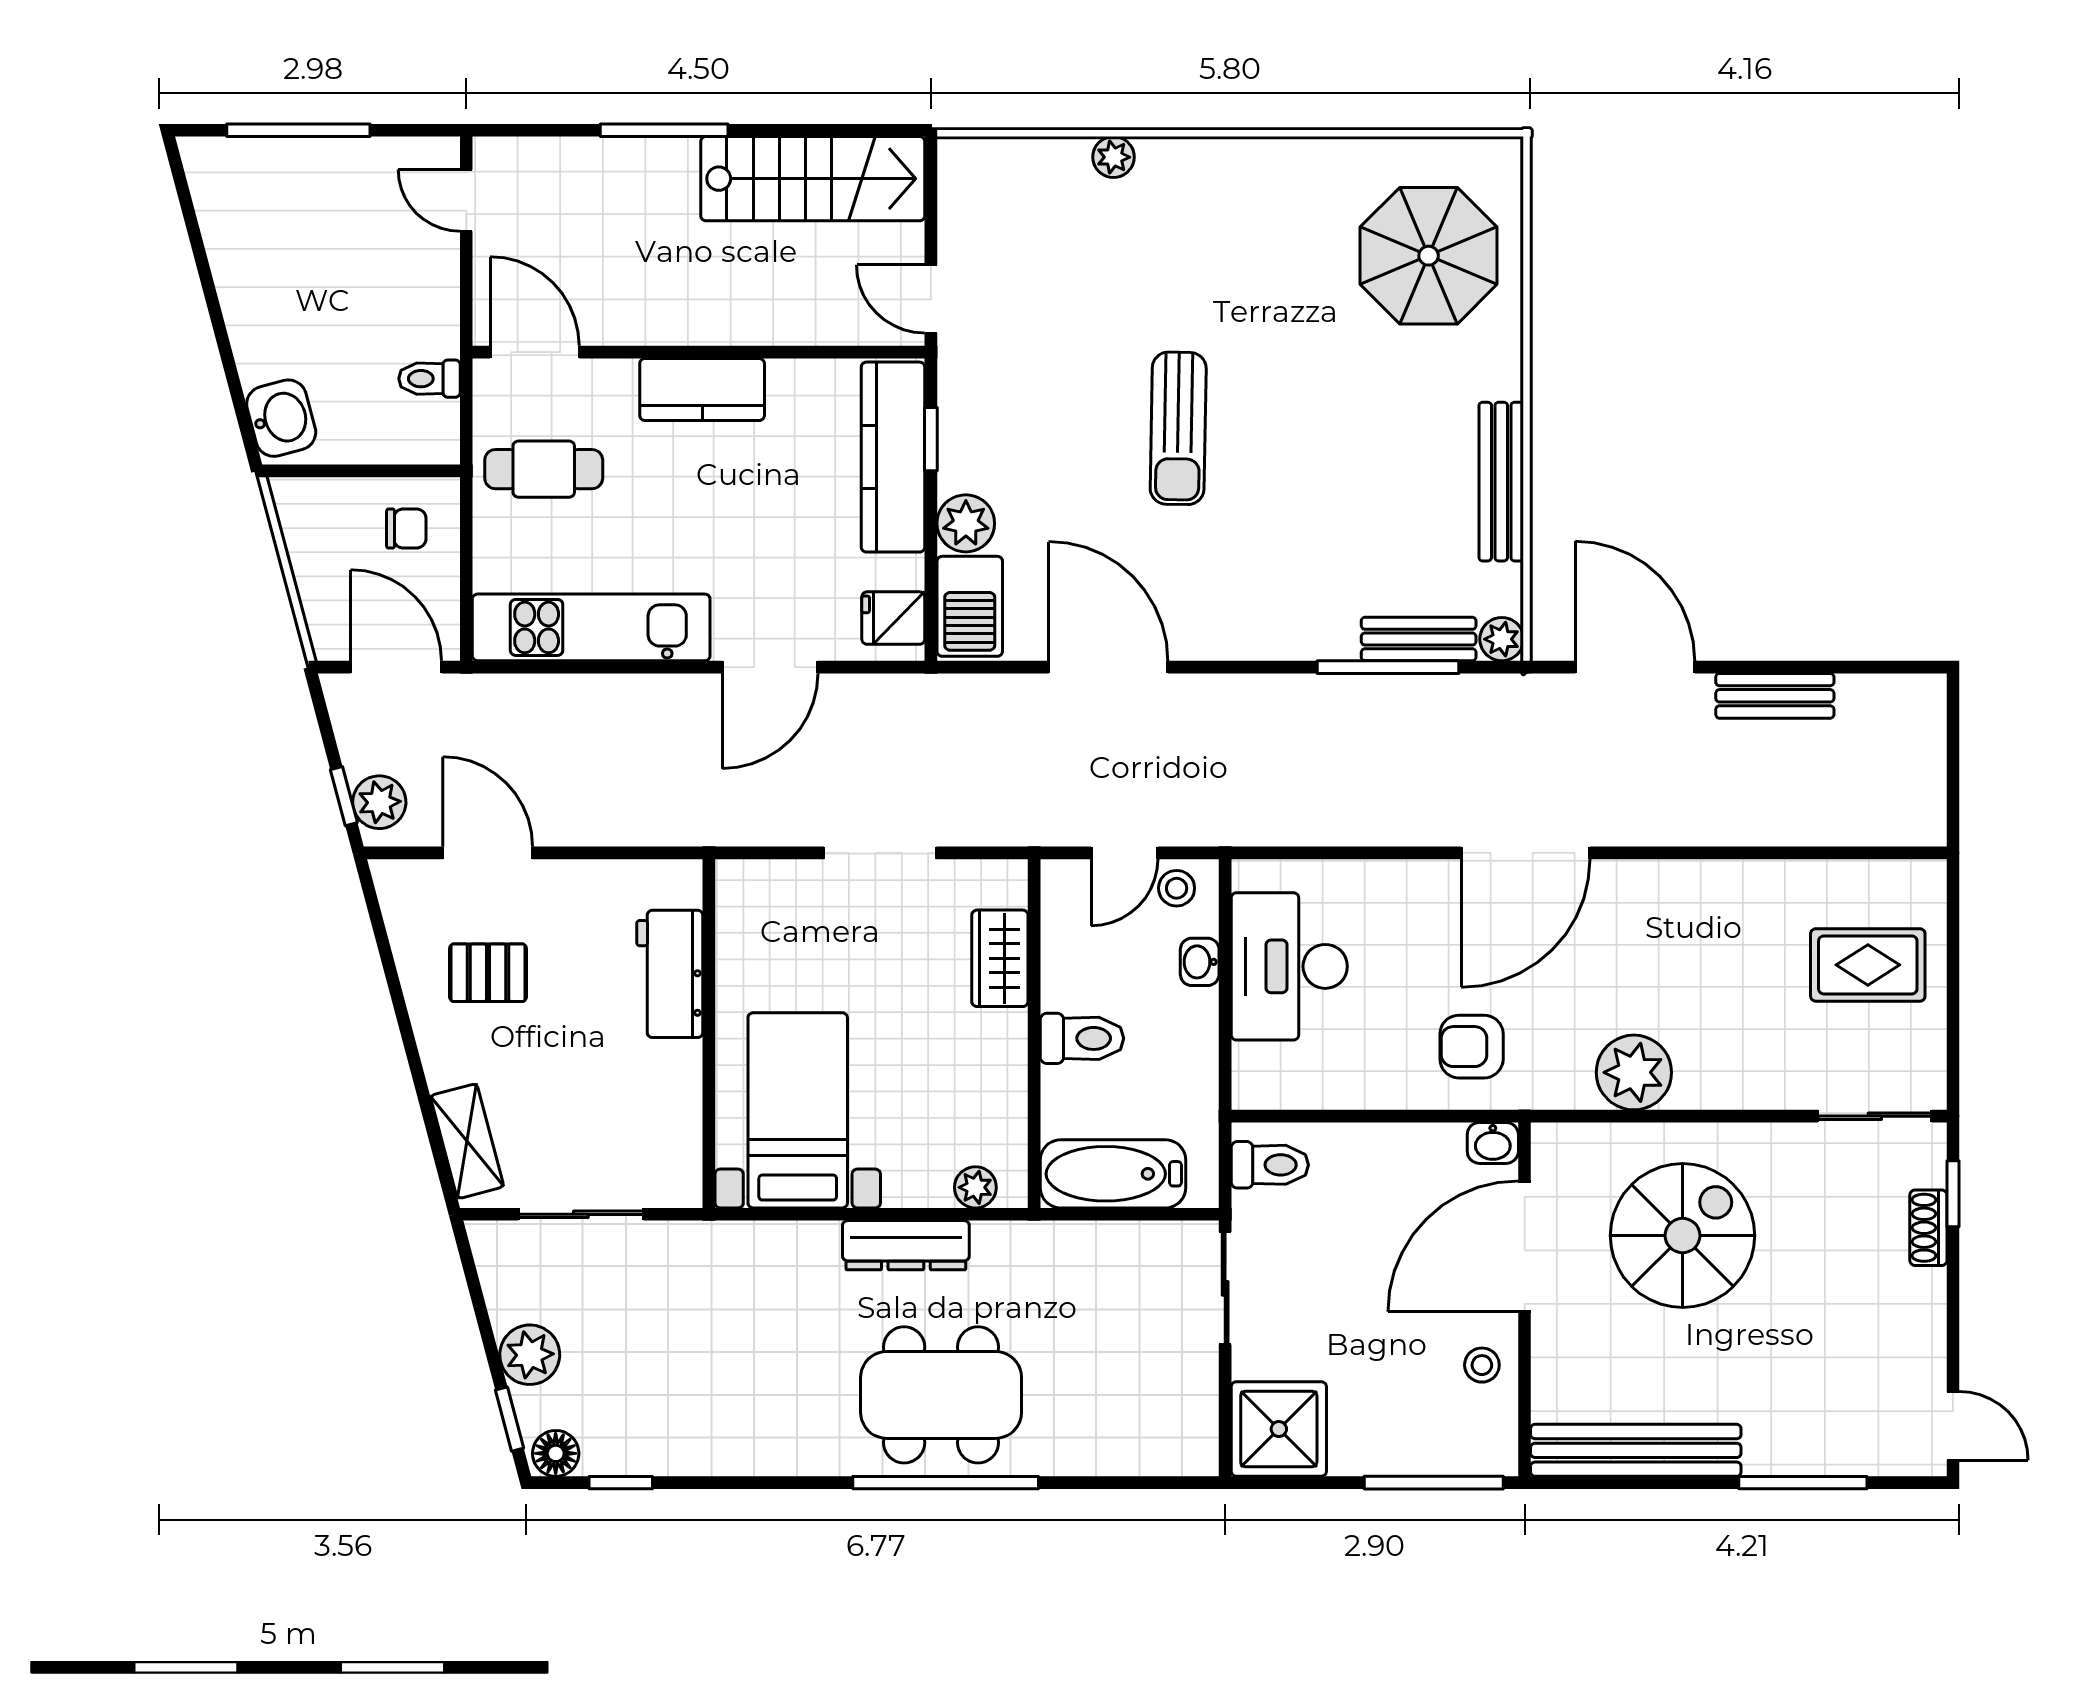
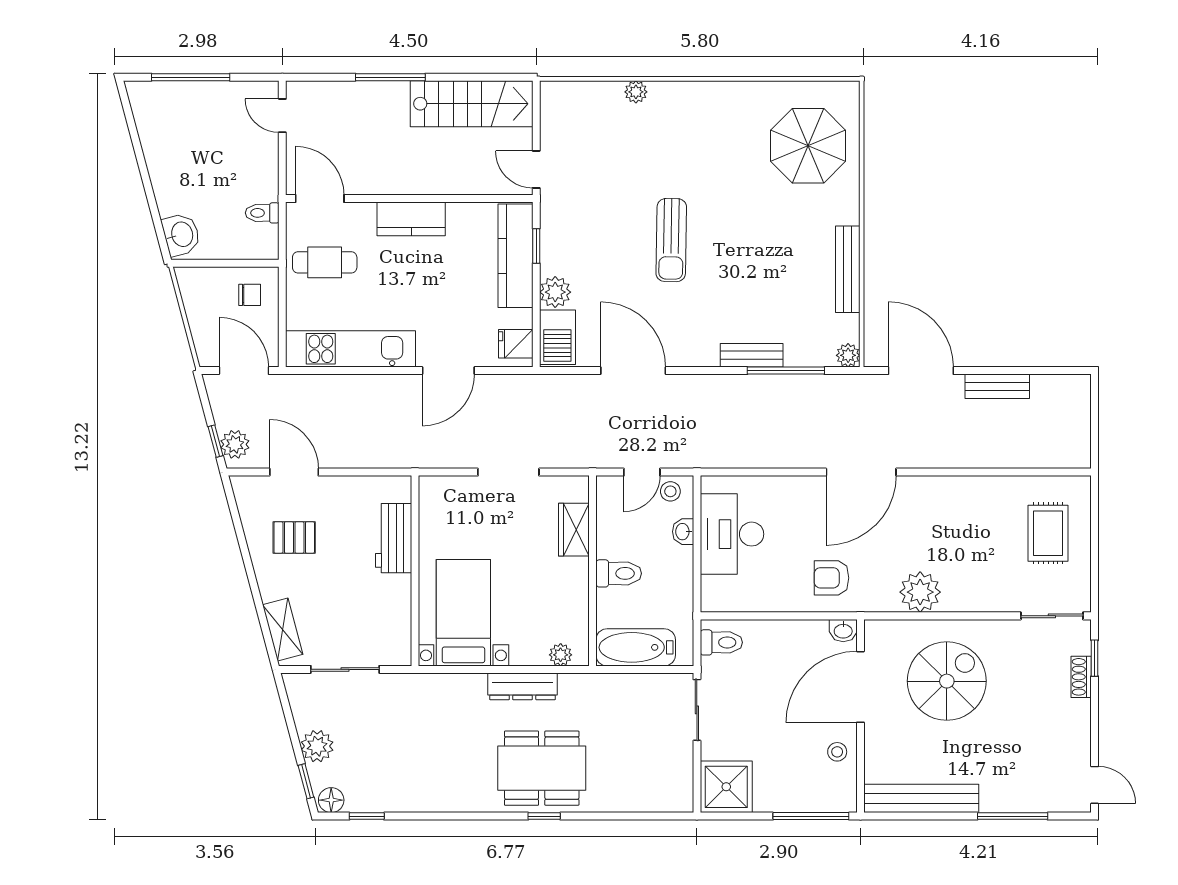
bench: (1419, 639) -> (752, 355), moved
rug: (1868, 965) -> (1048, 533), turned 90
window: (946, 1483) -> (544, 816), width x0.32

